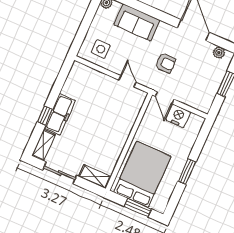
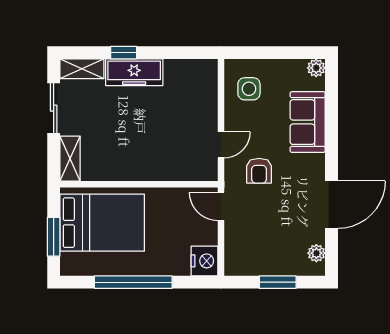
armchair: (166, 63) -> (259, 171), moved
door: (165, 98) -> (221, 206), hinge flipped
nightstand: (178, 116) -> (204, 261), moved
window: (187, 172) -> (133, 282), width x2.11

